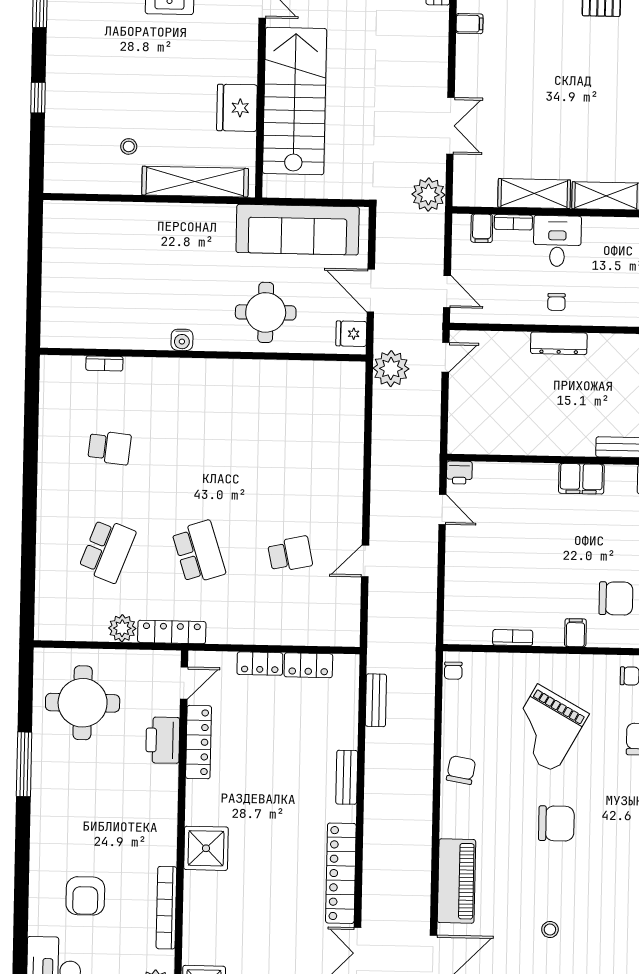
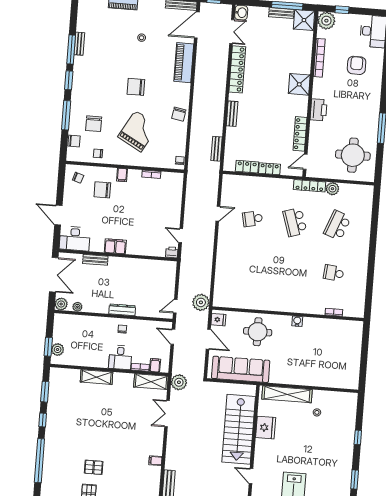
shelving: (534, 194) -> (151, 382), moved
printer: (163, 740) -> (319, 110), moved

